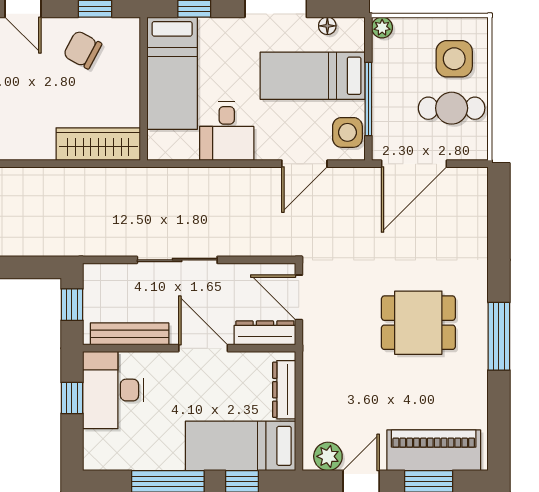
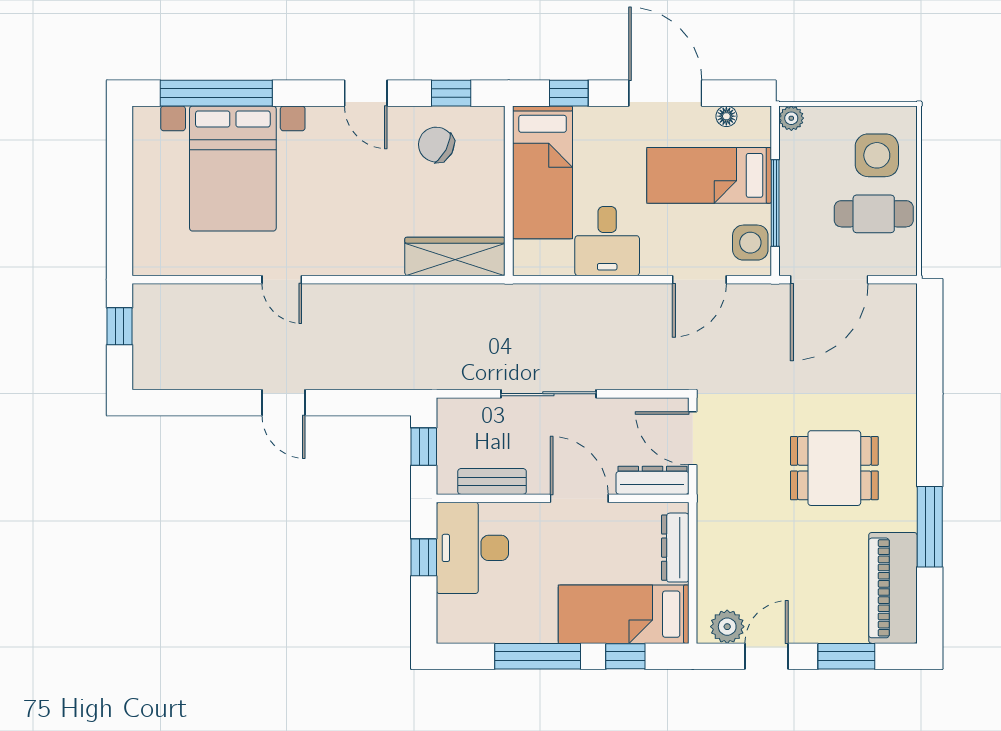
bench: (130, 334) -> (492, 481), width x0.73
window: (499, 336) -> (930, 527), moved
piano: (434, 450) -> (893, 588), moved, turned -90

